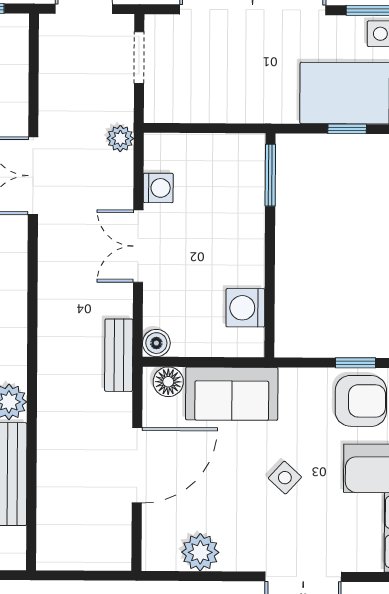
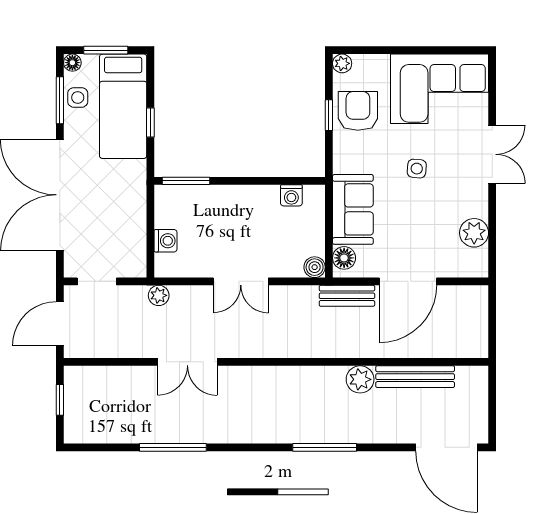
washing machine: (158, 188) -> (166, 241), moved, turned 90
washing machine: (245, 308) -> (291, 195), width x0.73, depth x0.73
bench: (119, 355) -> (347, 296), moved
door: (137, 465) -> (408, 281), swing flipped
side table: (285, 478) -> (417, 169), turned -38

